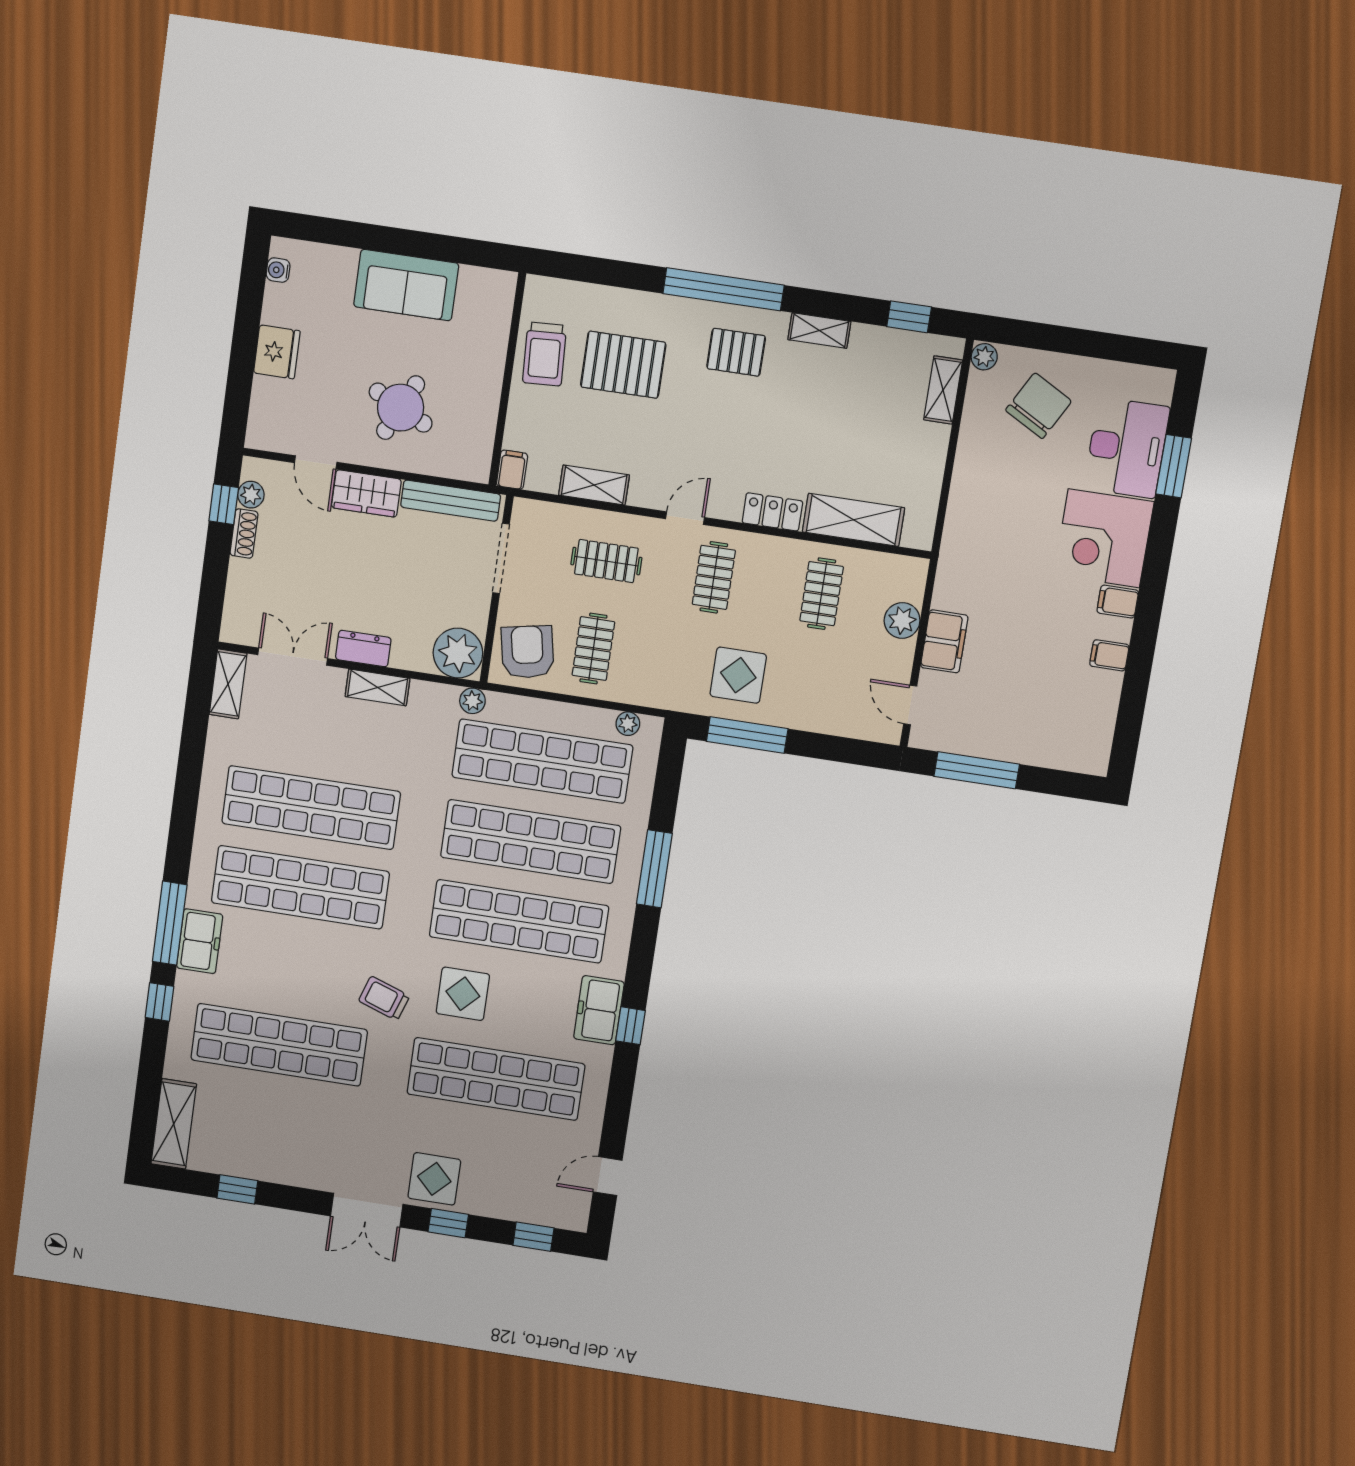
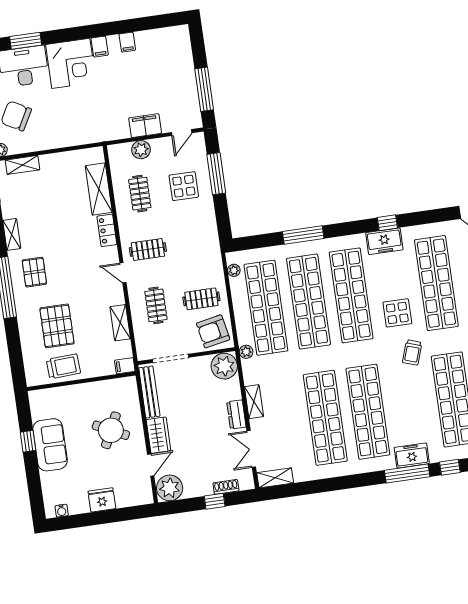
window: (425, 245) -> (28, 441), added
plant: (251, 495) -> (170, 488), width x1.88, depth x1.88
window: (224, 504) -> (215, 501), moved
shoe rack: (244, 533) -> (226, 487), moved
clothes rail: (822, 594) -> (140, 194), turned 90
display table: (738, 675) -> (184, 186), moved
window: (747, 735) -> (216, 174), moved

